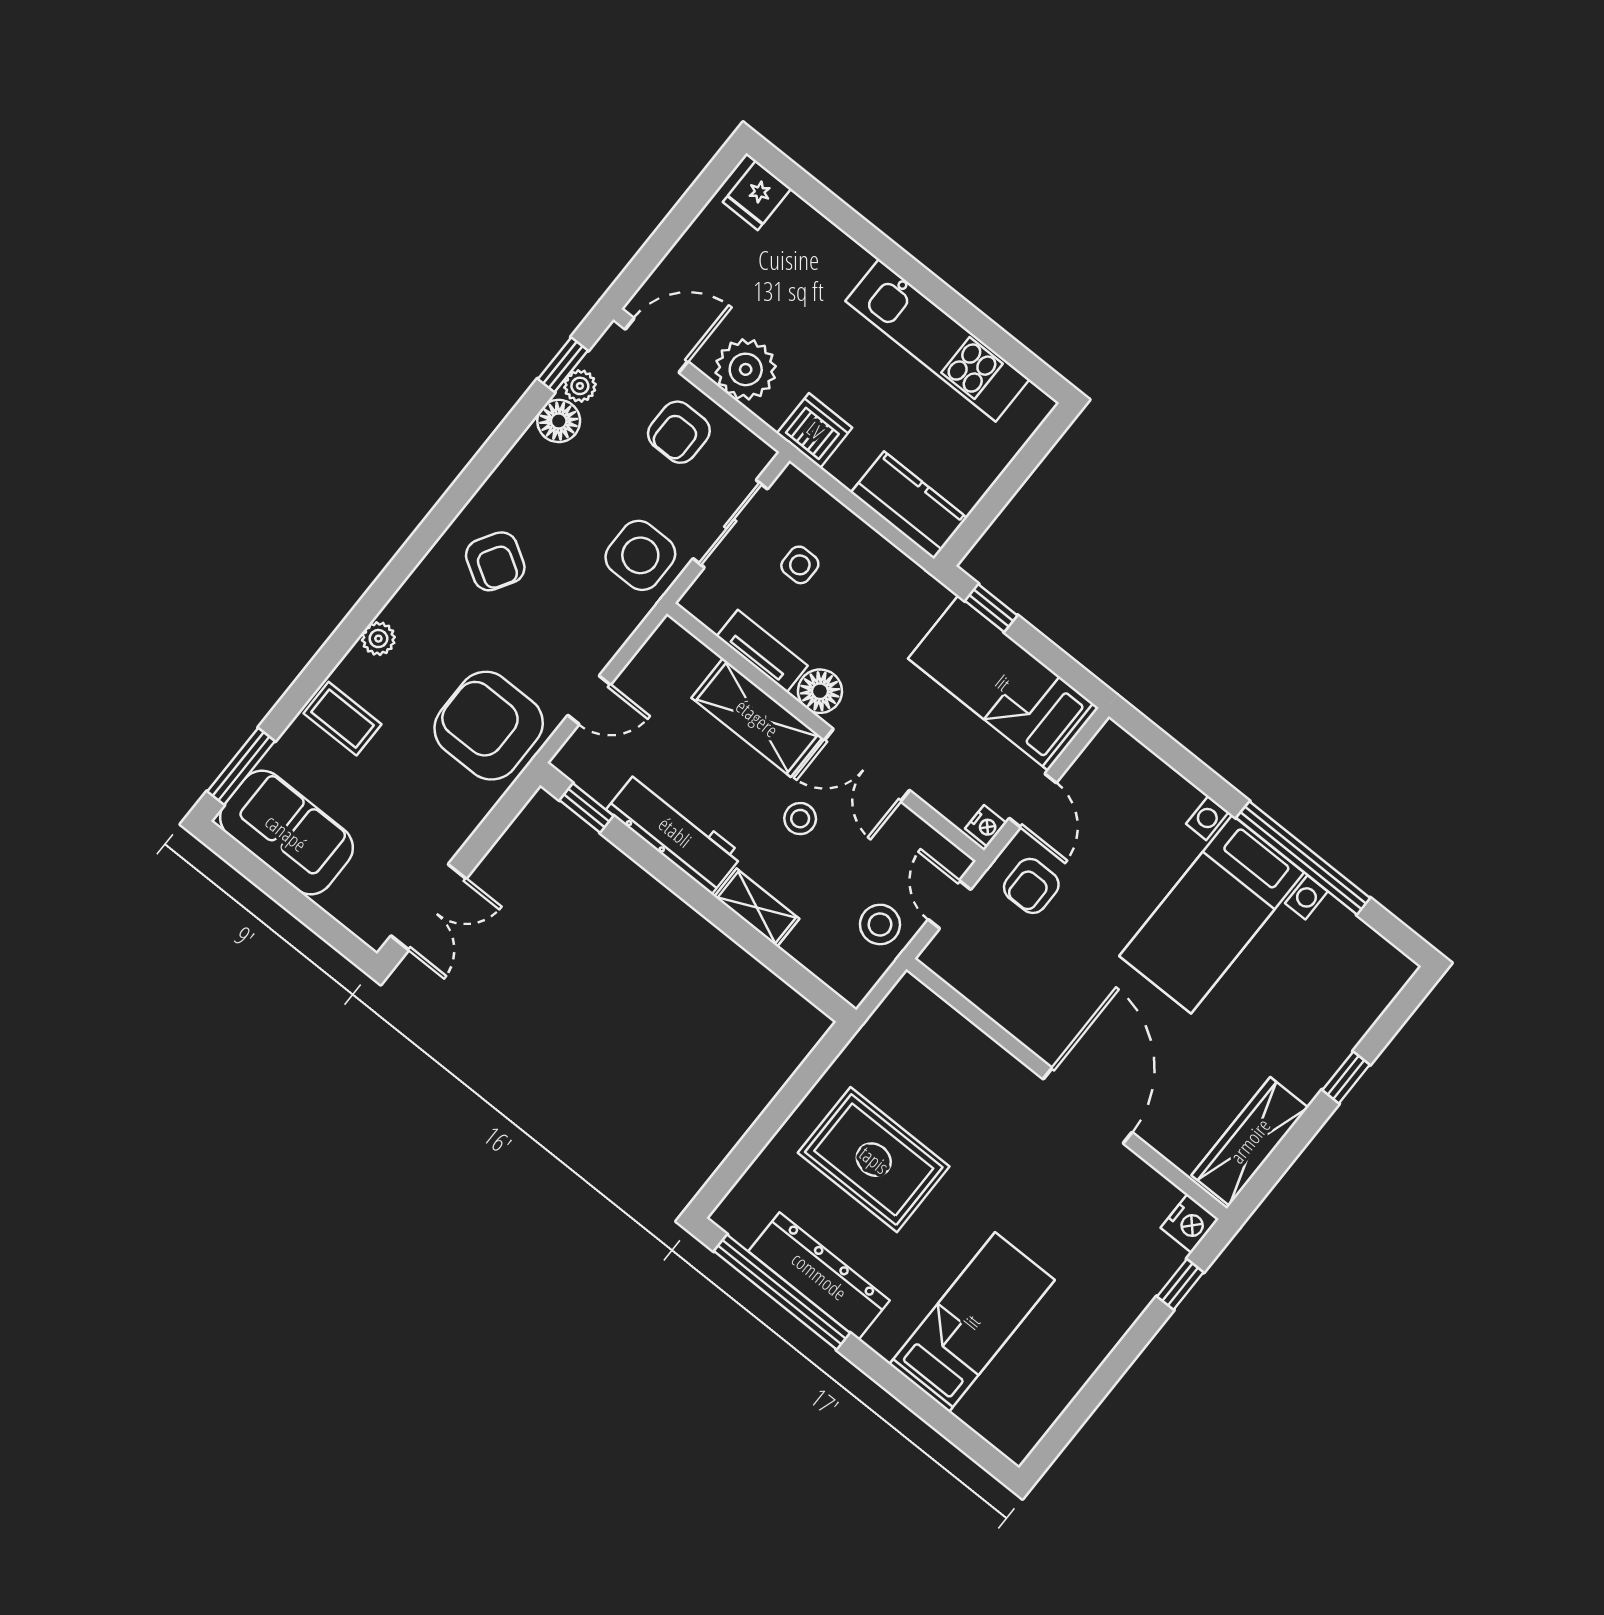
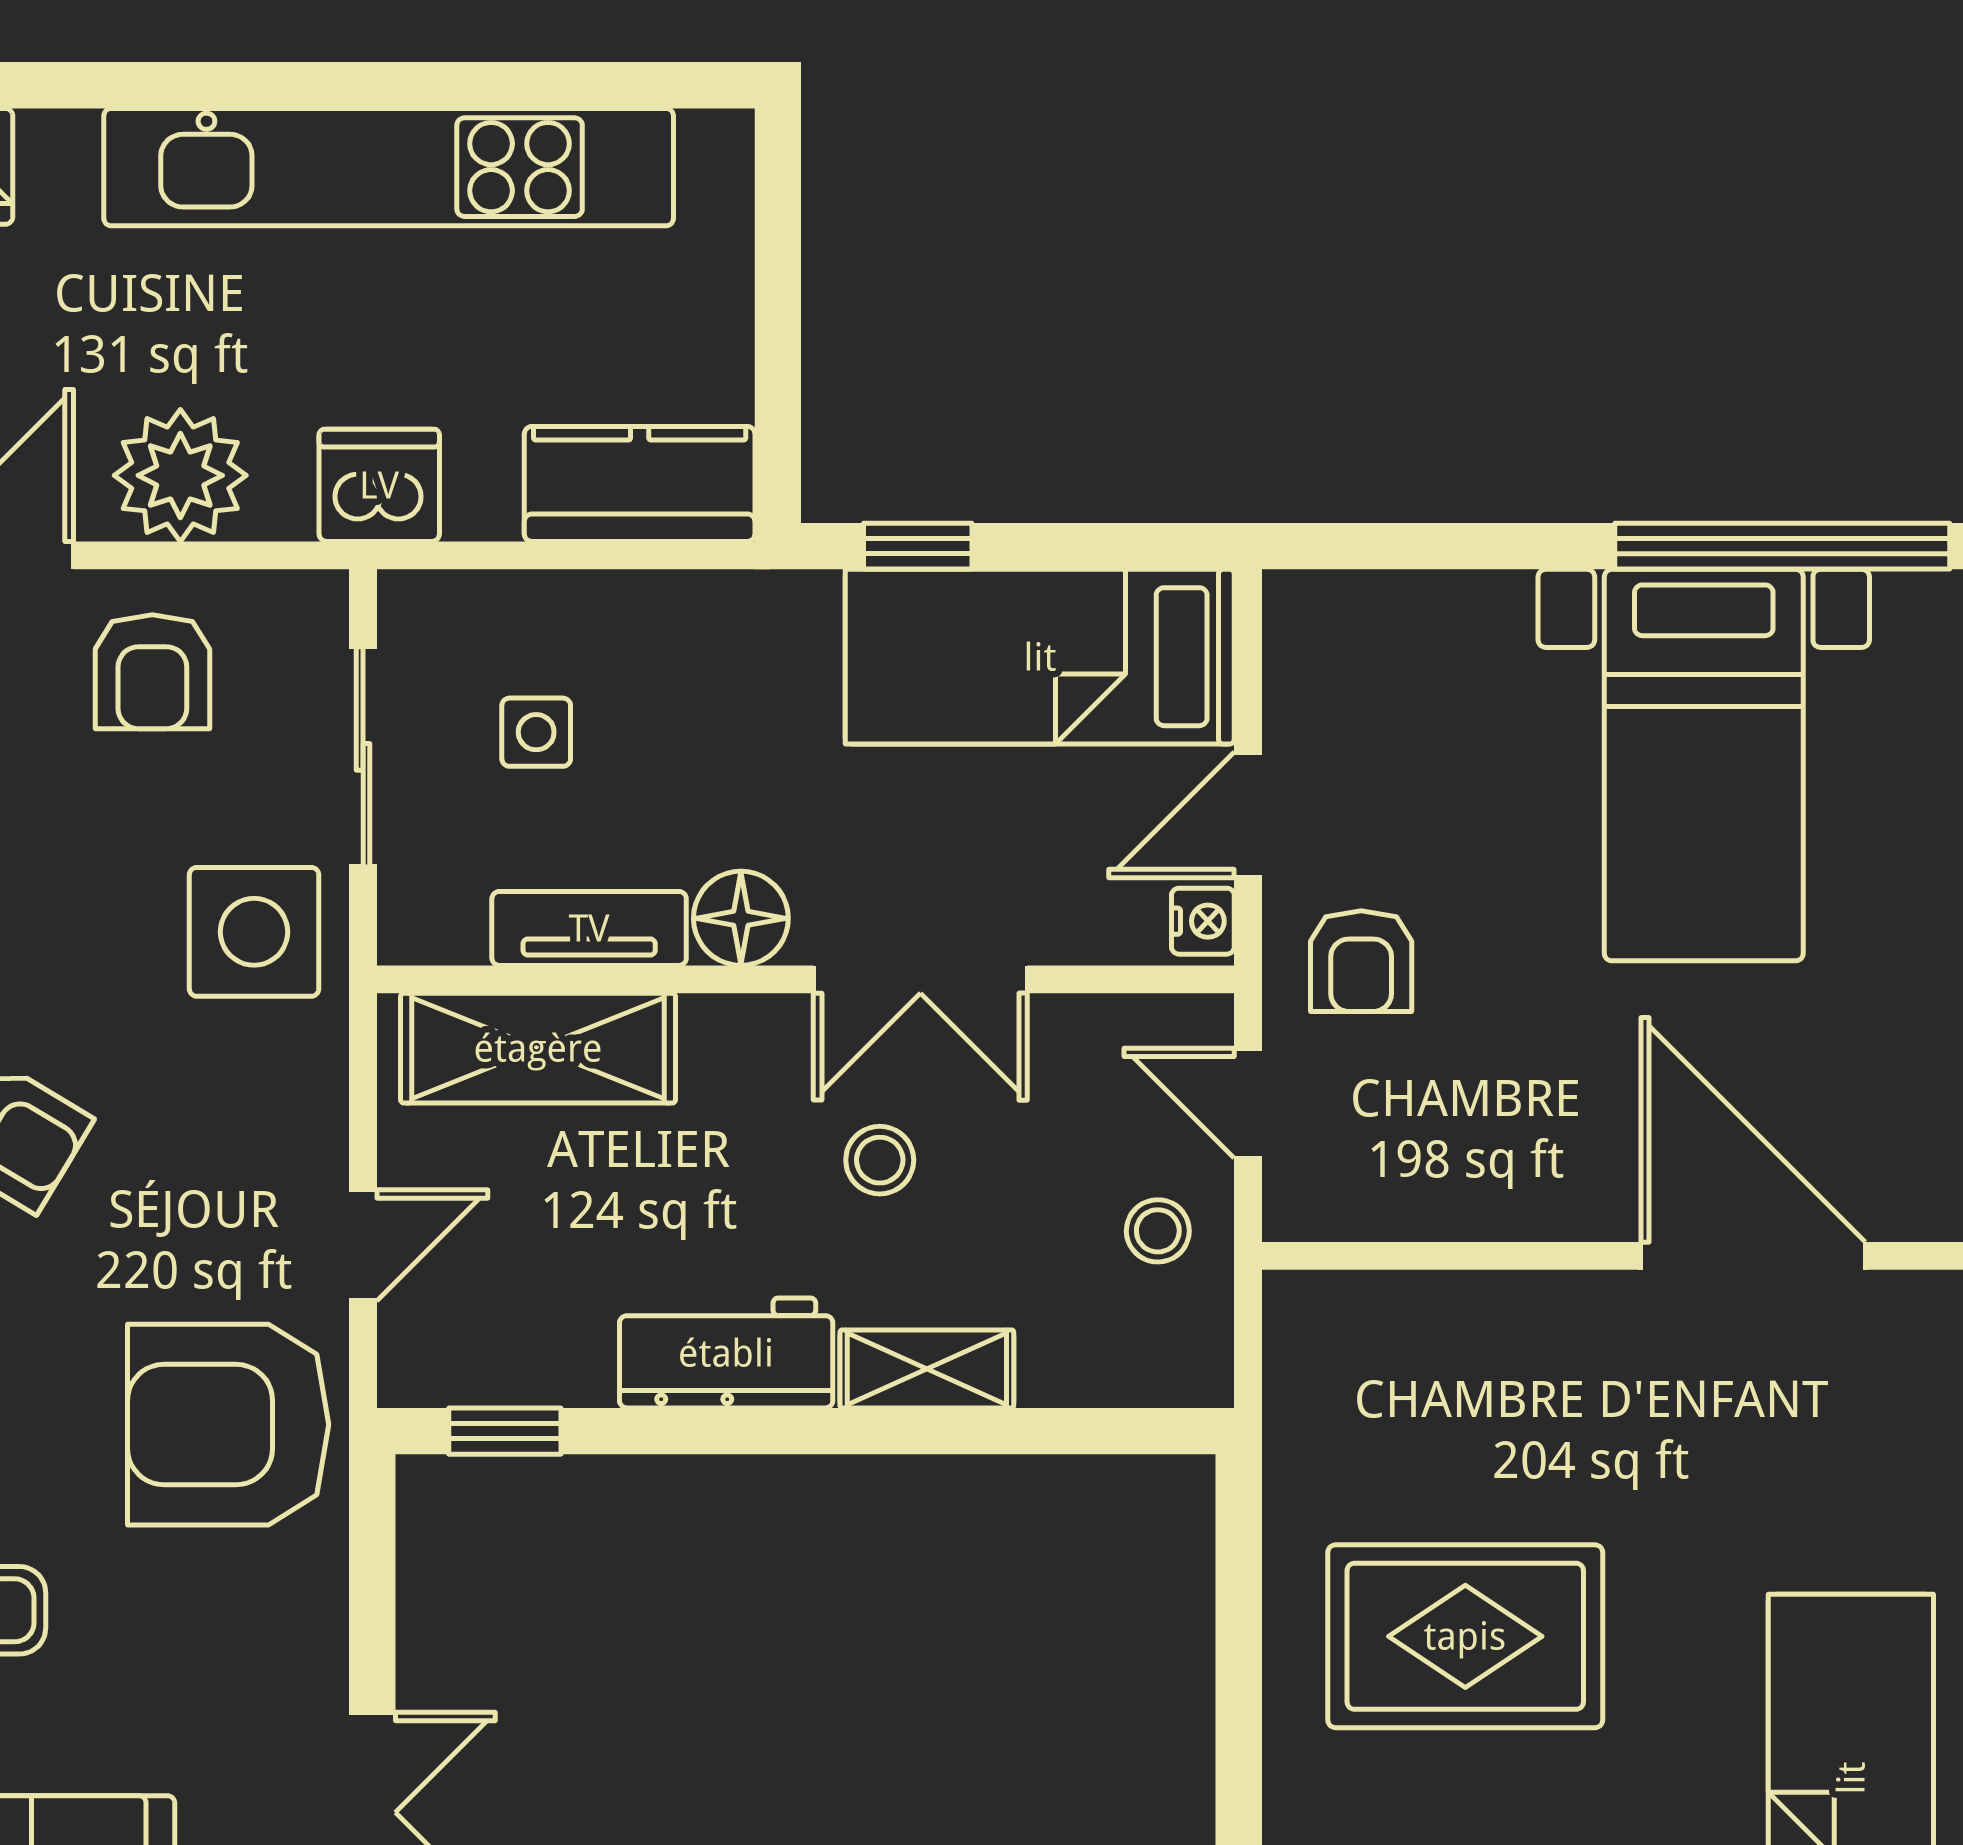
kitchen unit: (937, 340) -> (389, 167), width x1.36
shelving: (757, 718) -> (538, 1048), moved
door: (1033, 800) -> (1248, 815), swing flipped
workbench: (675, 832) -> (726, 1353), width x0.73
stool: (880, 924) -> (1158, 1231), width x0.73, depth x0.73

